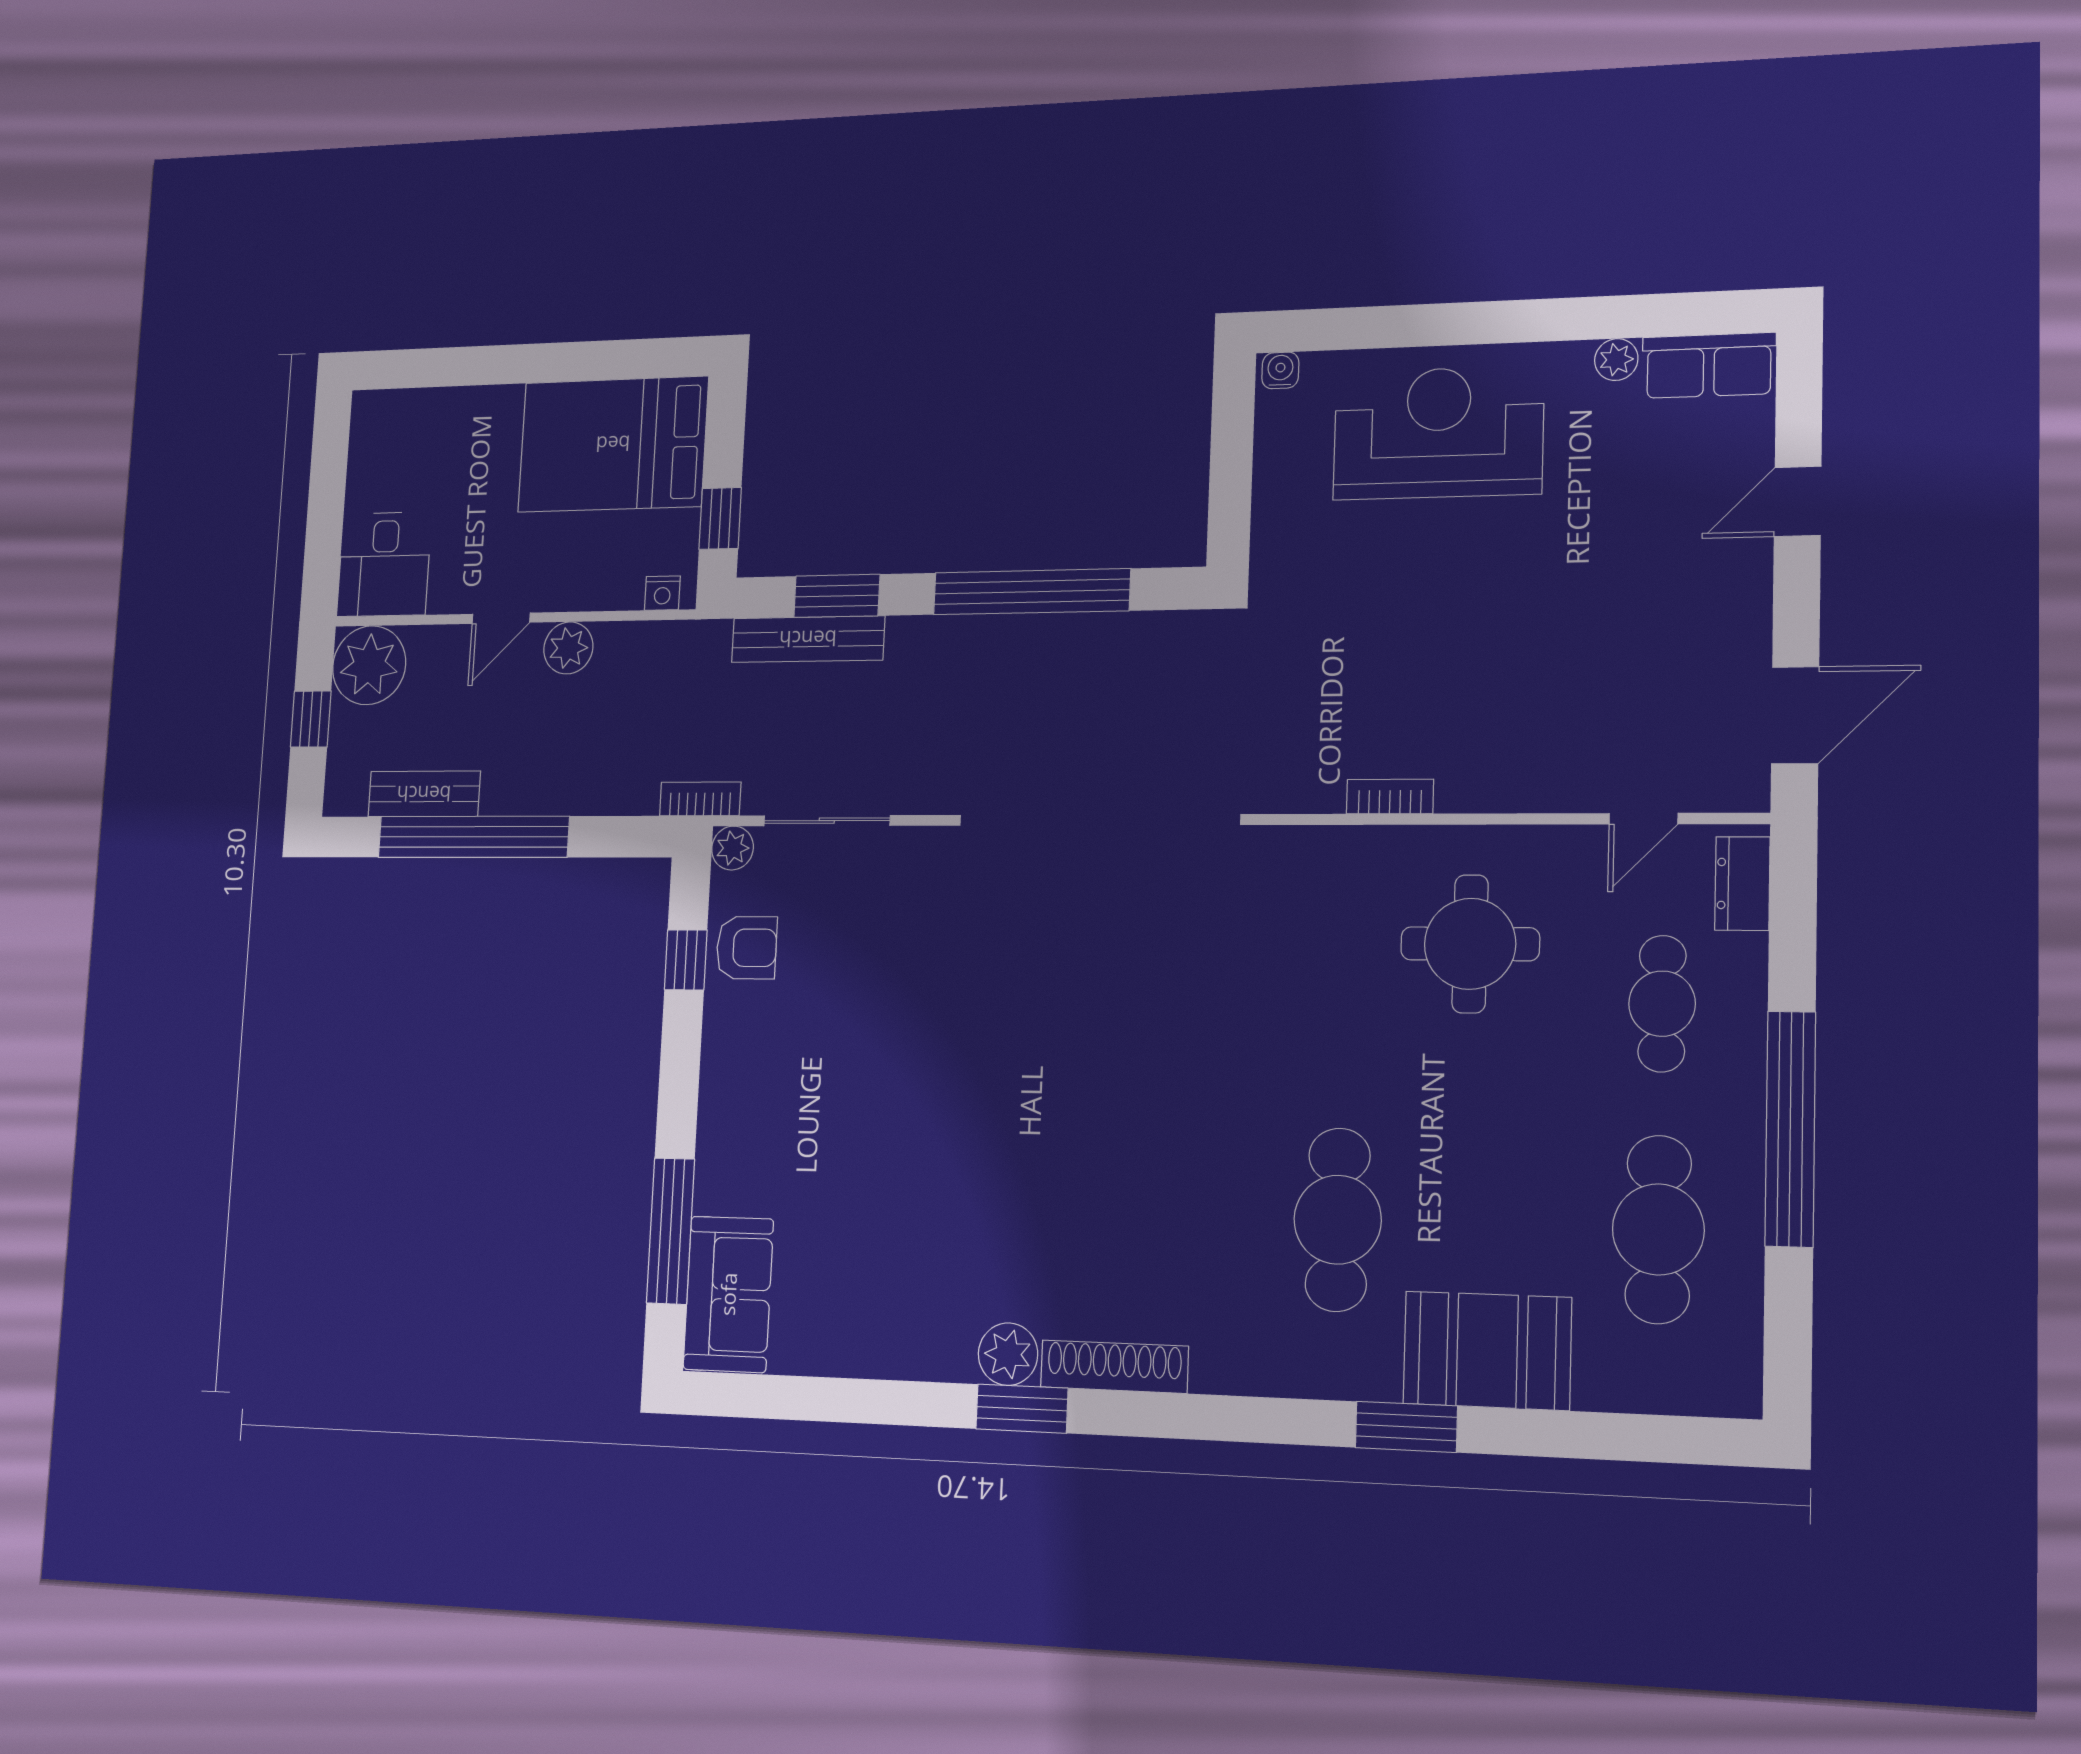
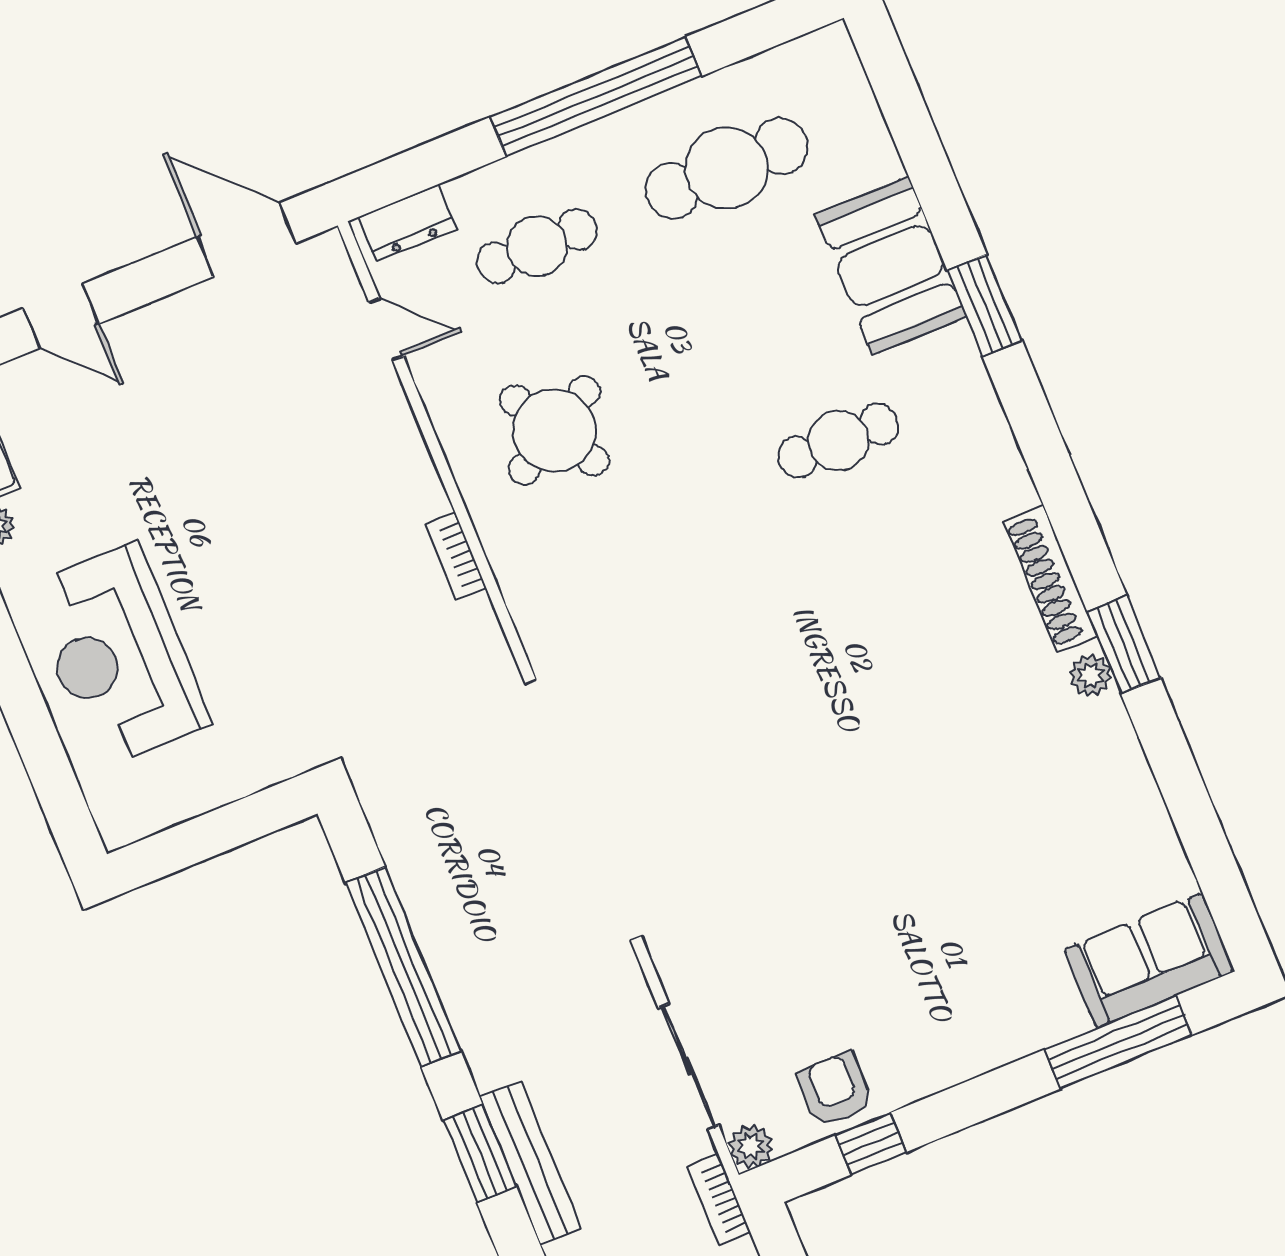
water cooler: (1280, 370) -> (114, 825), removed
round table: (1470, 944) -> (554, 430), turned -30
cafe table: (1338, 1220) -> (838, 441), width x0.73, depth x0.74
plant: (1008, 1354) -> (1091, 675), width x0.73, depth x0.73

